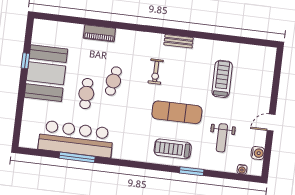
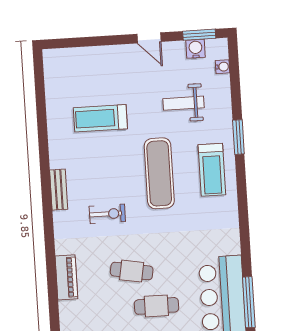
piano: (99, 33) -> (66, 277), moved
weight bench: (222, 138) -> (183, 103), turned 180
window: (267, 157) -> (199, 35), added

